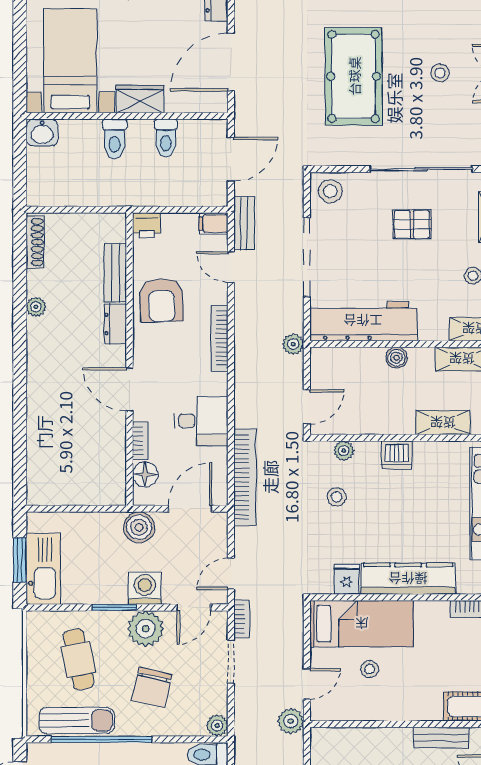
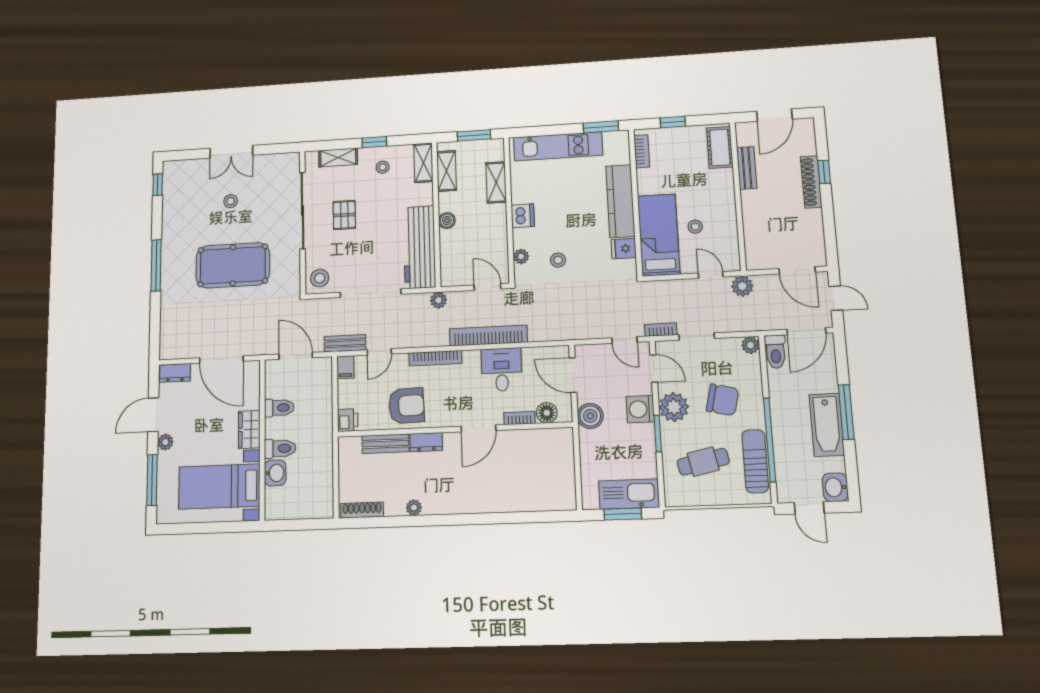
washbasin: (42, 133) -> (275, 473), moved
bookcase: (245, 477) -> (488, 335), moved

